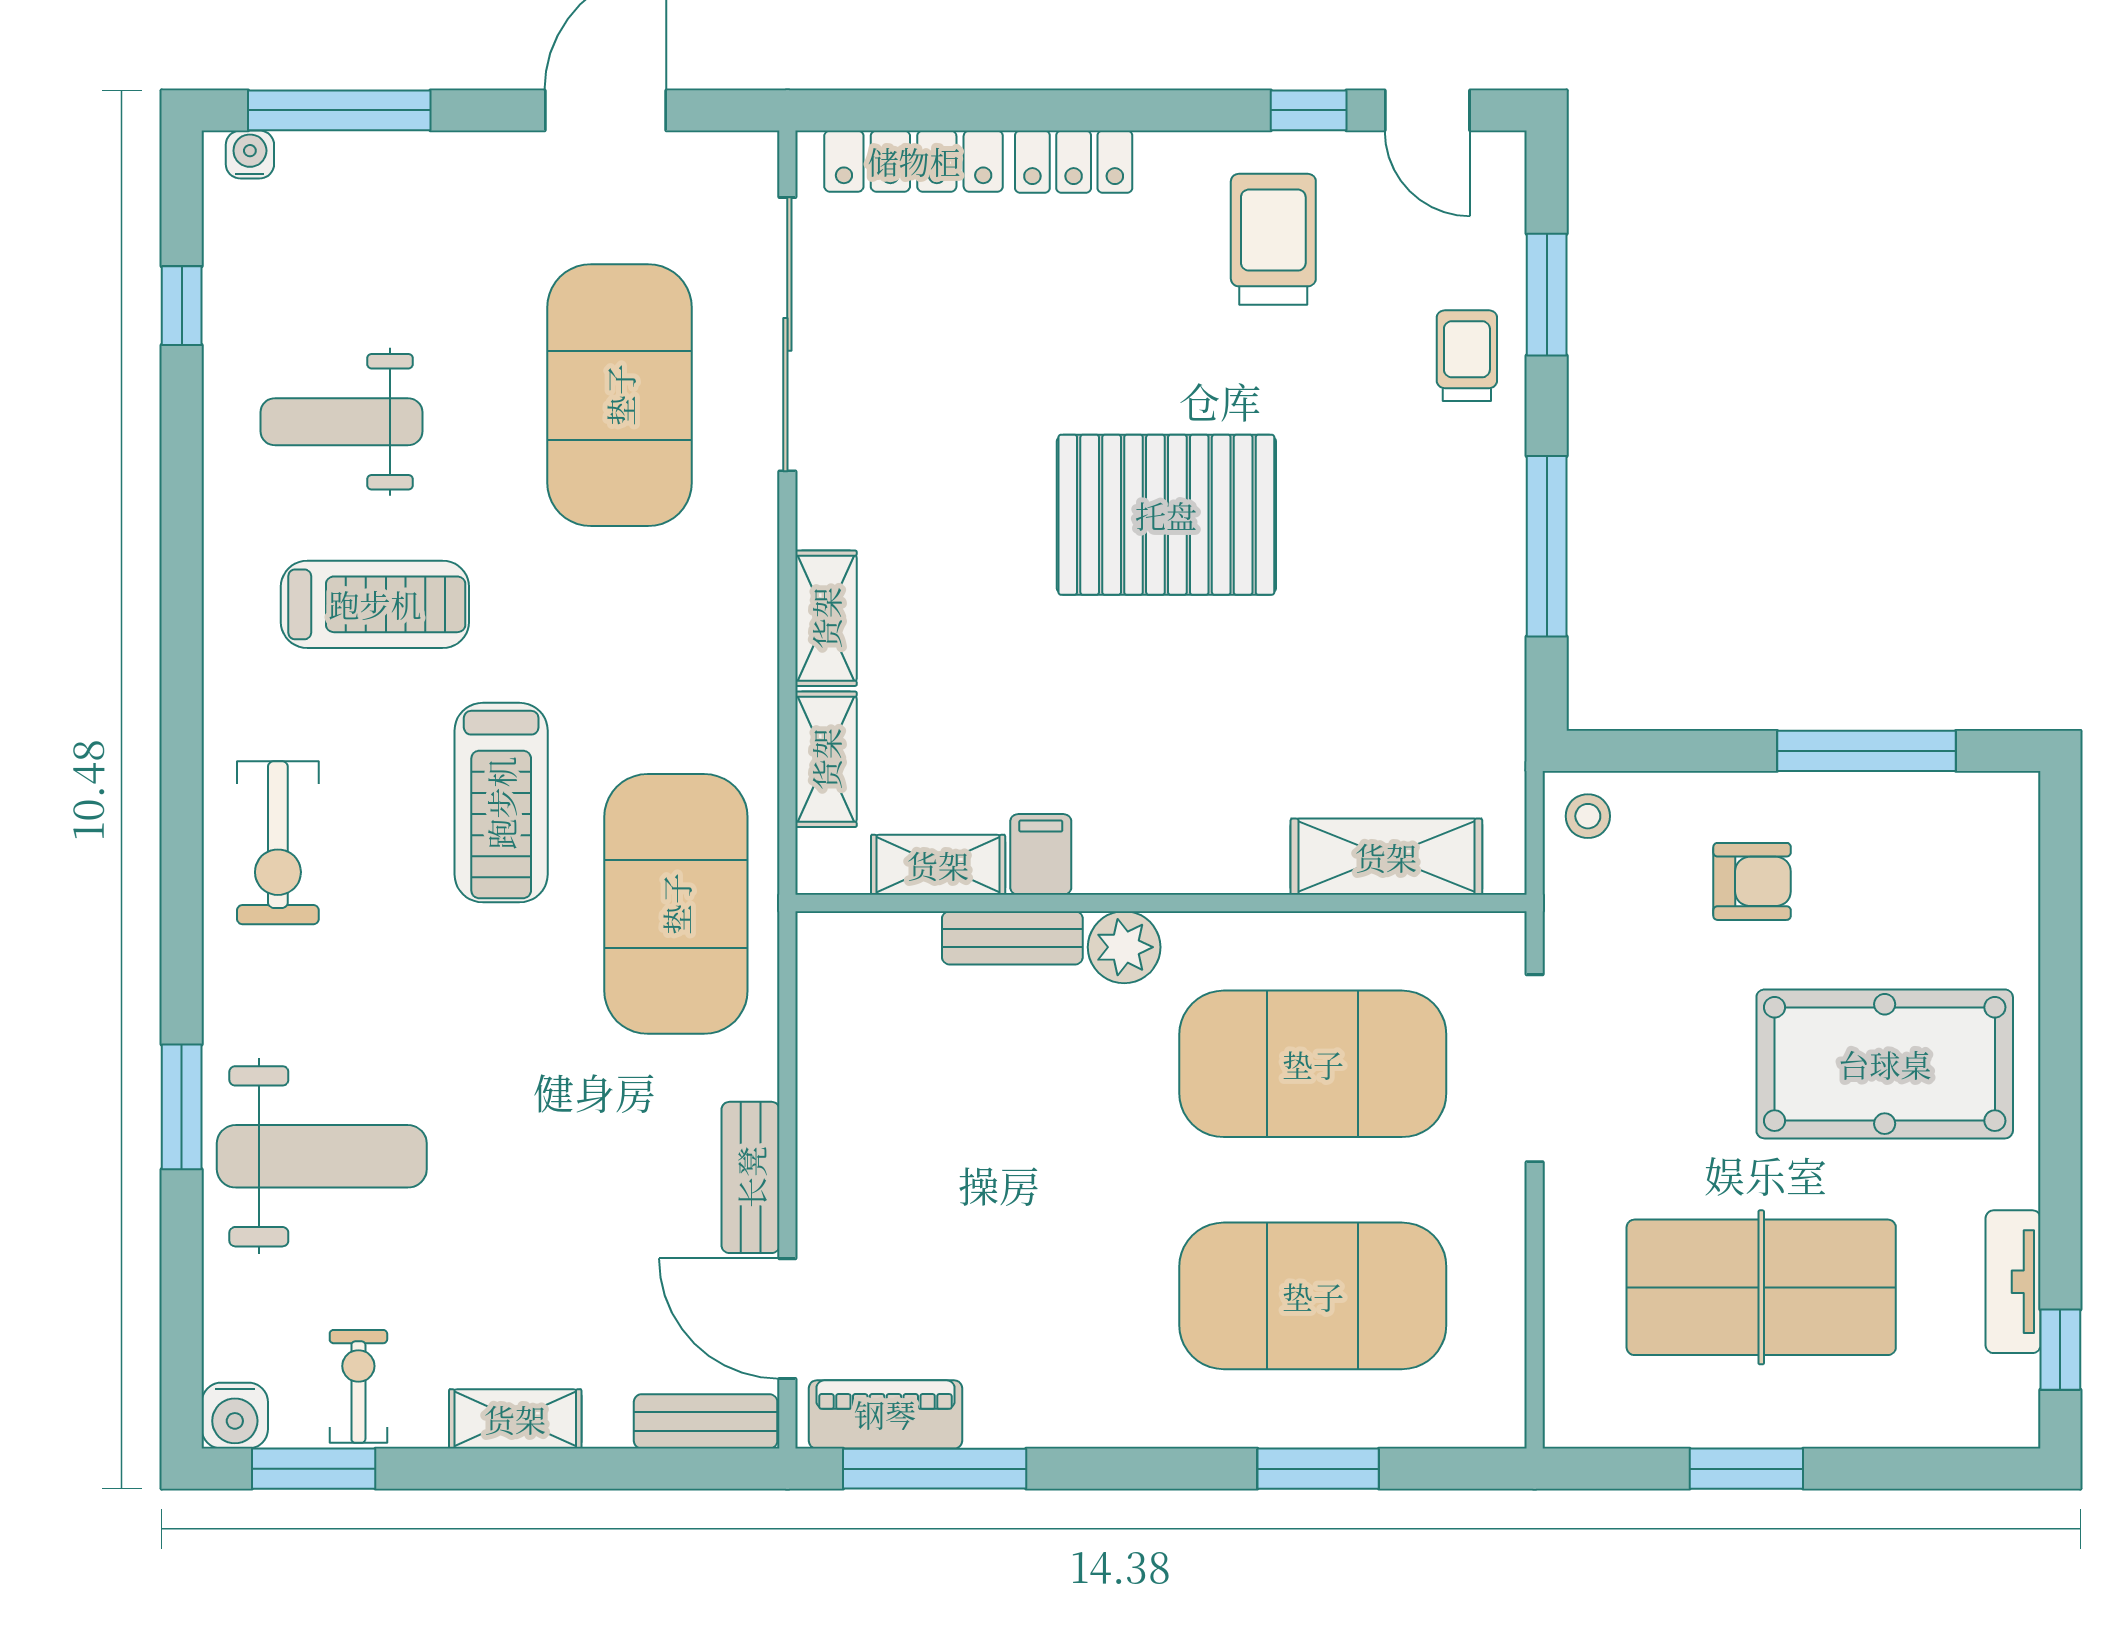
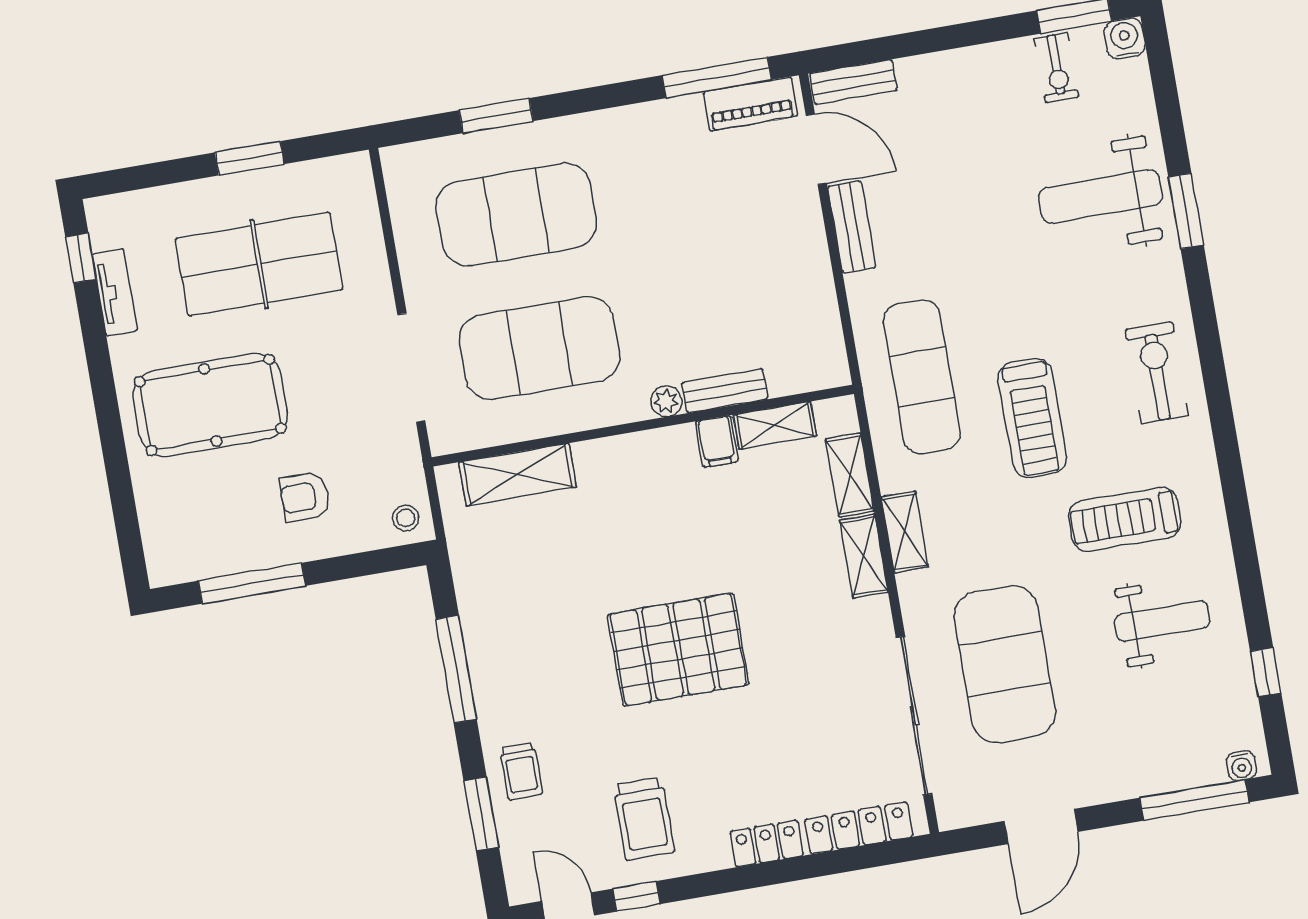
treadmill: (501, 803) -> (1032, 418), turned 180
exercise mat: (676, 904) -> (922, 377), width x0.68
plant: (1124, 947) -> (666, 401), width x0.73, depth x0.73
shelving: (515, 1419) -> (905, 532), moved, turned 90

